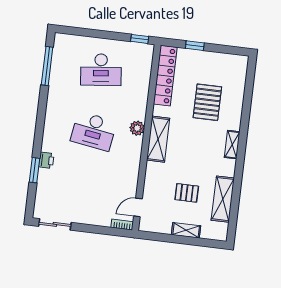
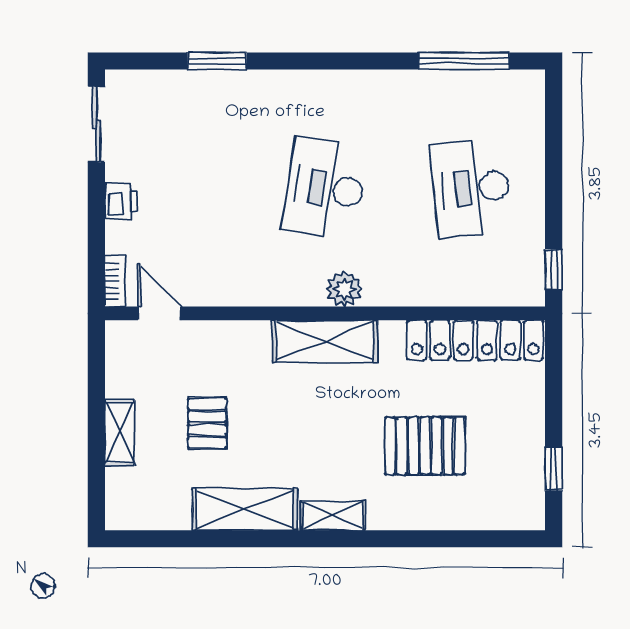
window: (195, 46) -> (554, 469), moved
printer: (46, 160) -> (121, 201), moved, turned -90
shelving: (223, 199) -> (245, 509), moved

